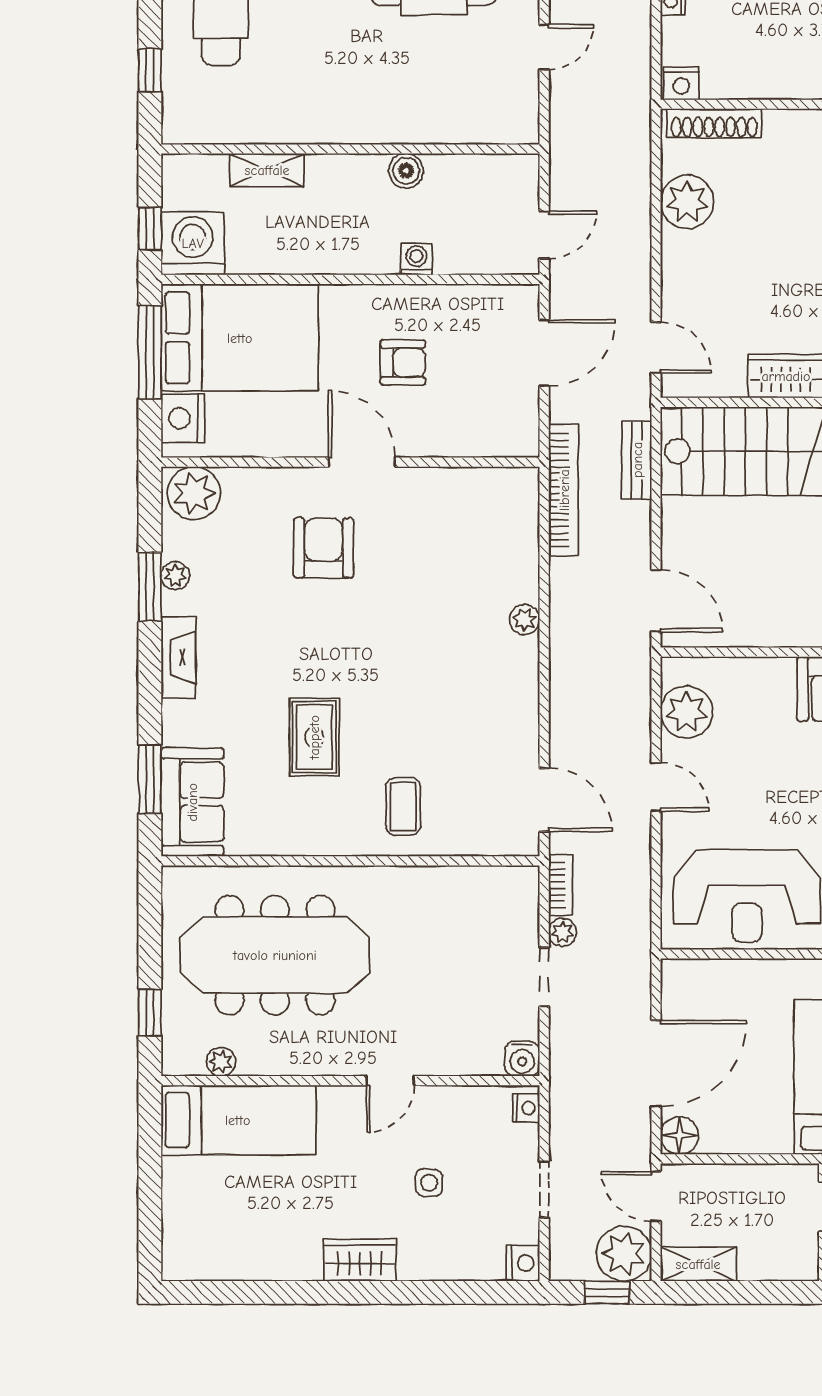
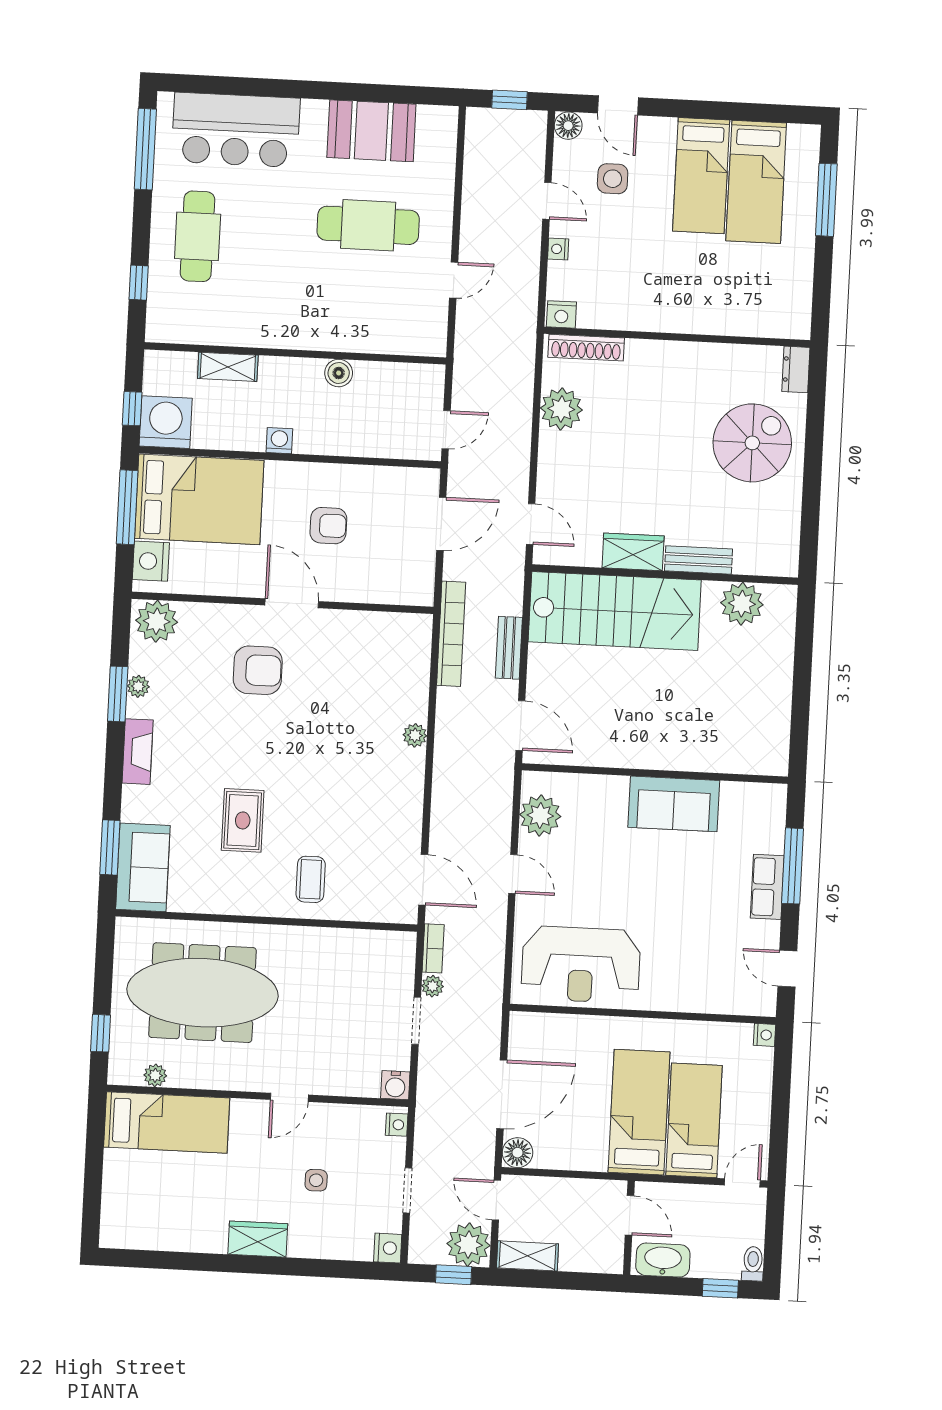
washing machine: (416, 259) -> (279, 441), moved
bench: (637, 460) -> (509, 648), moved
armchair: (324, 548) -> (258, 670), turned 90

